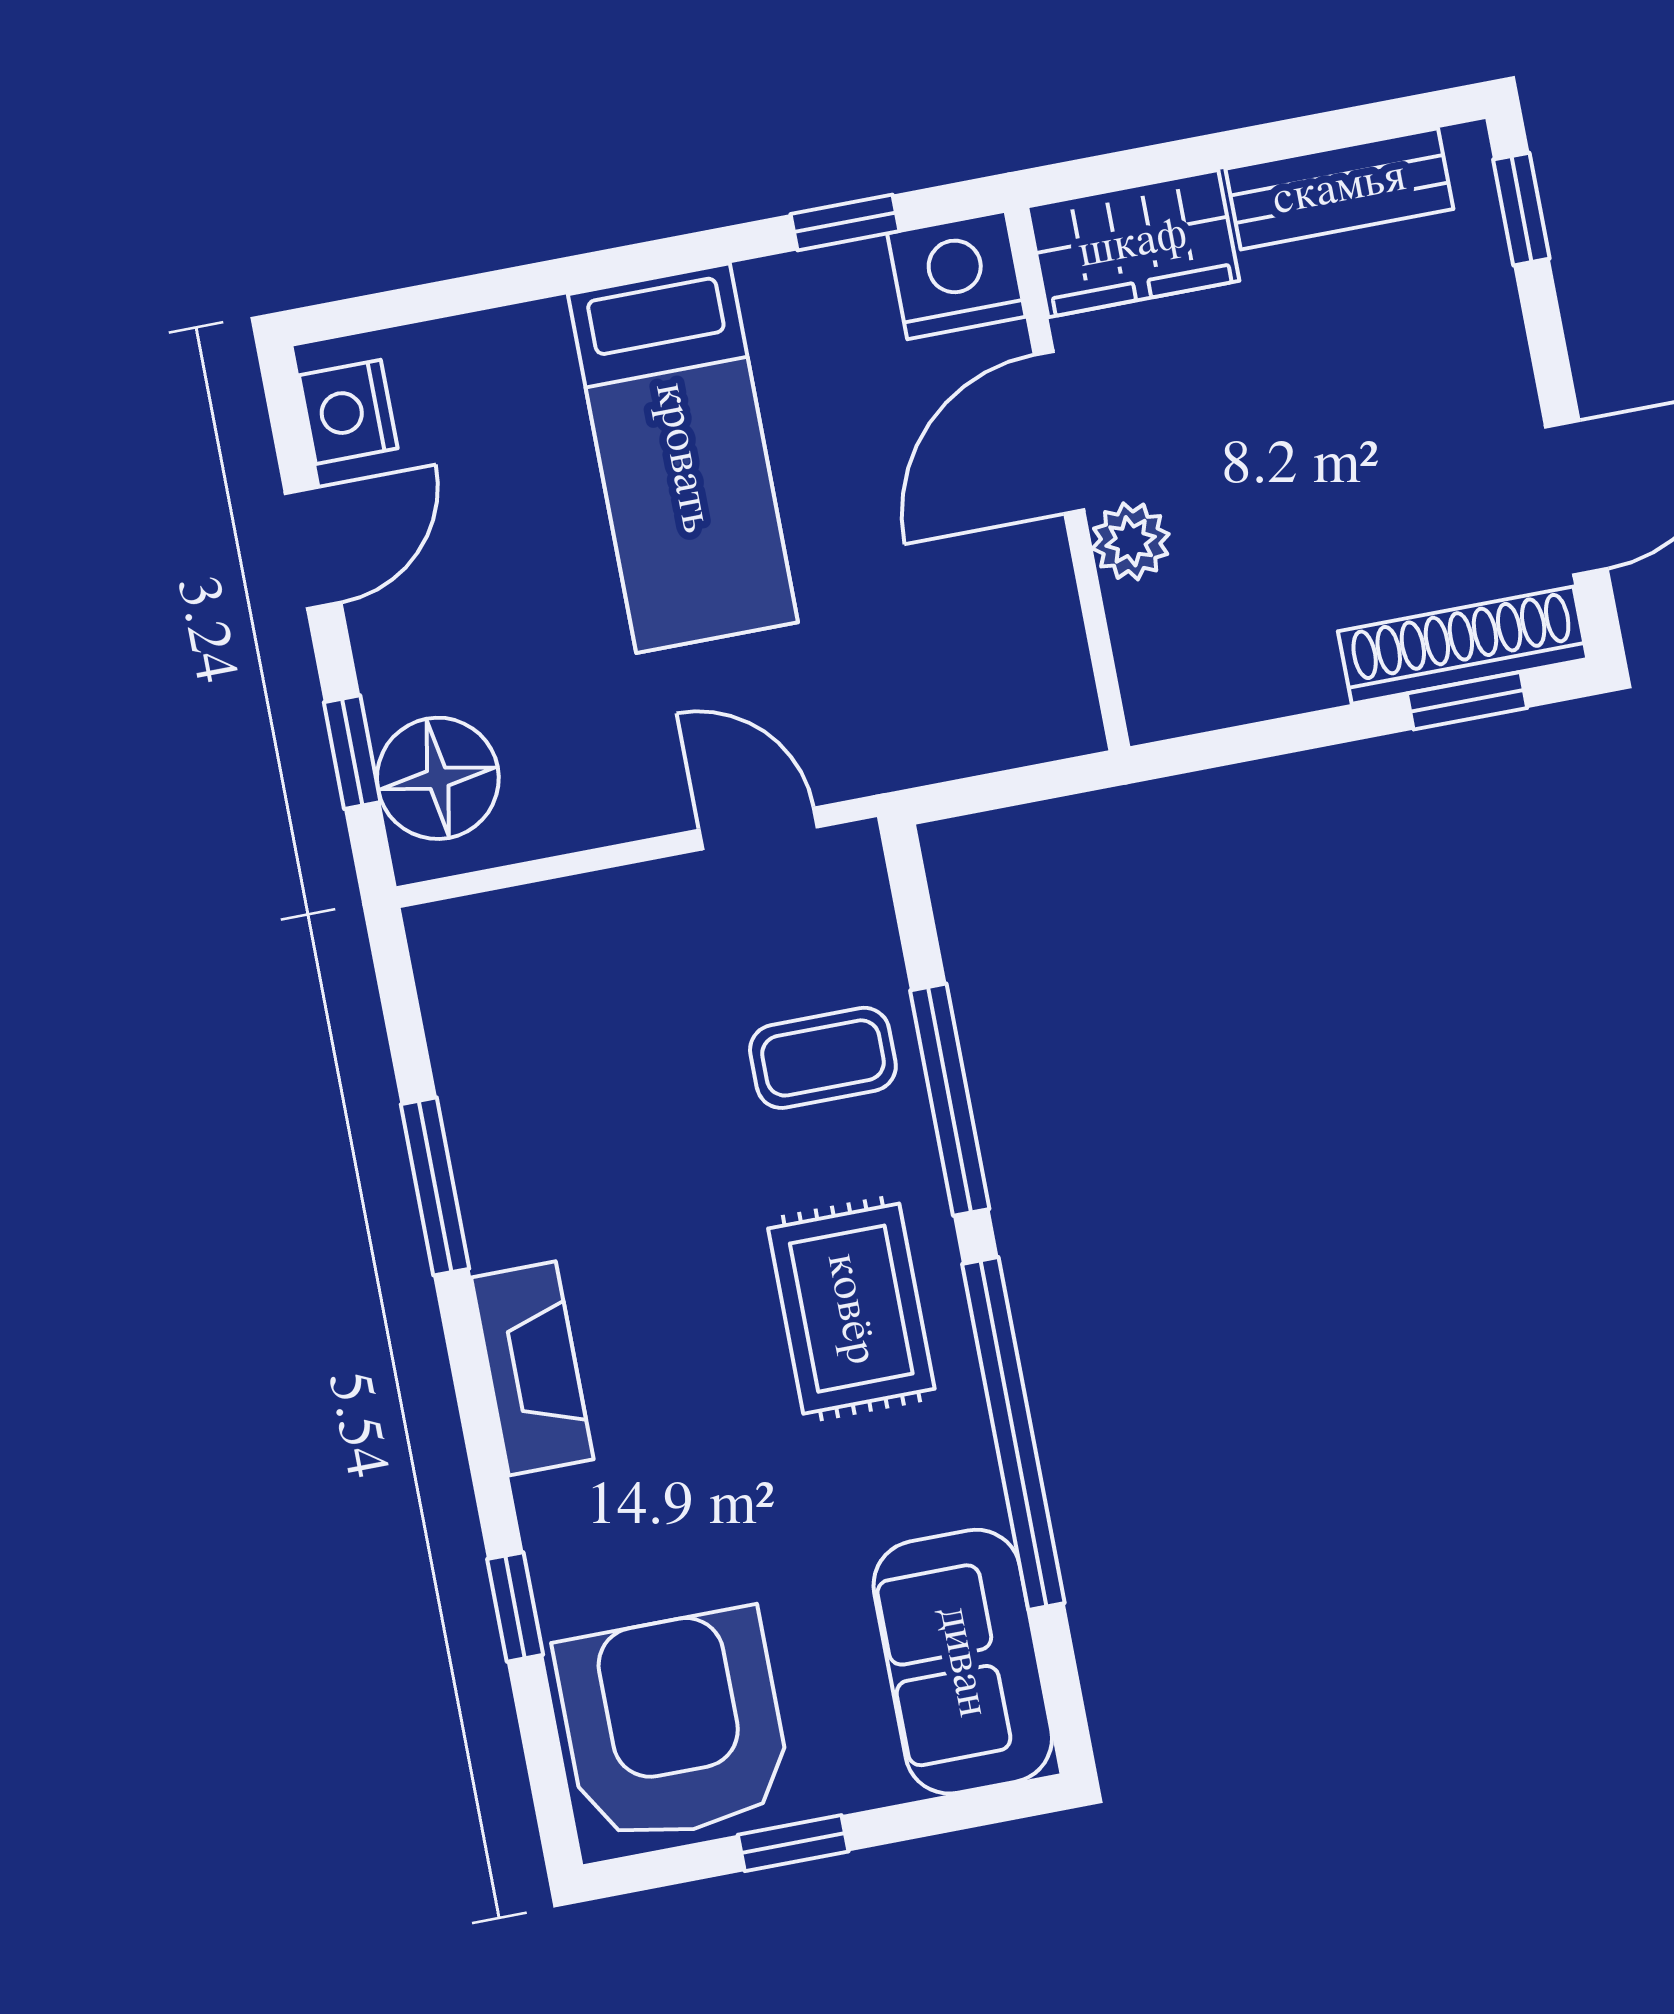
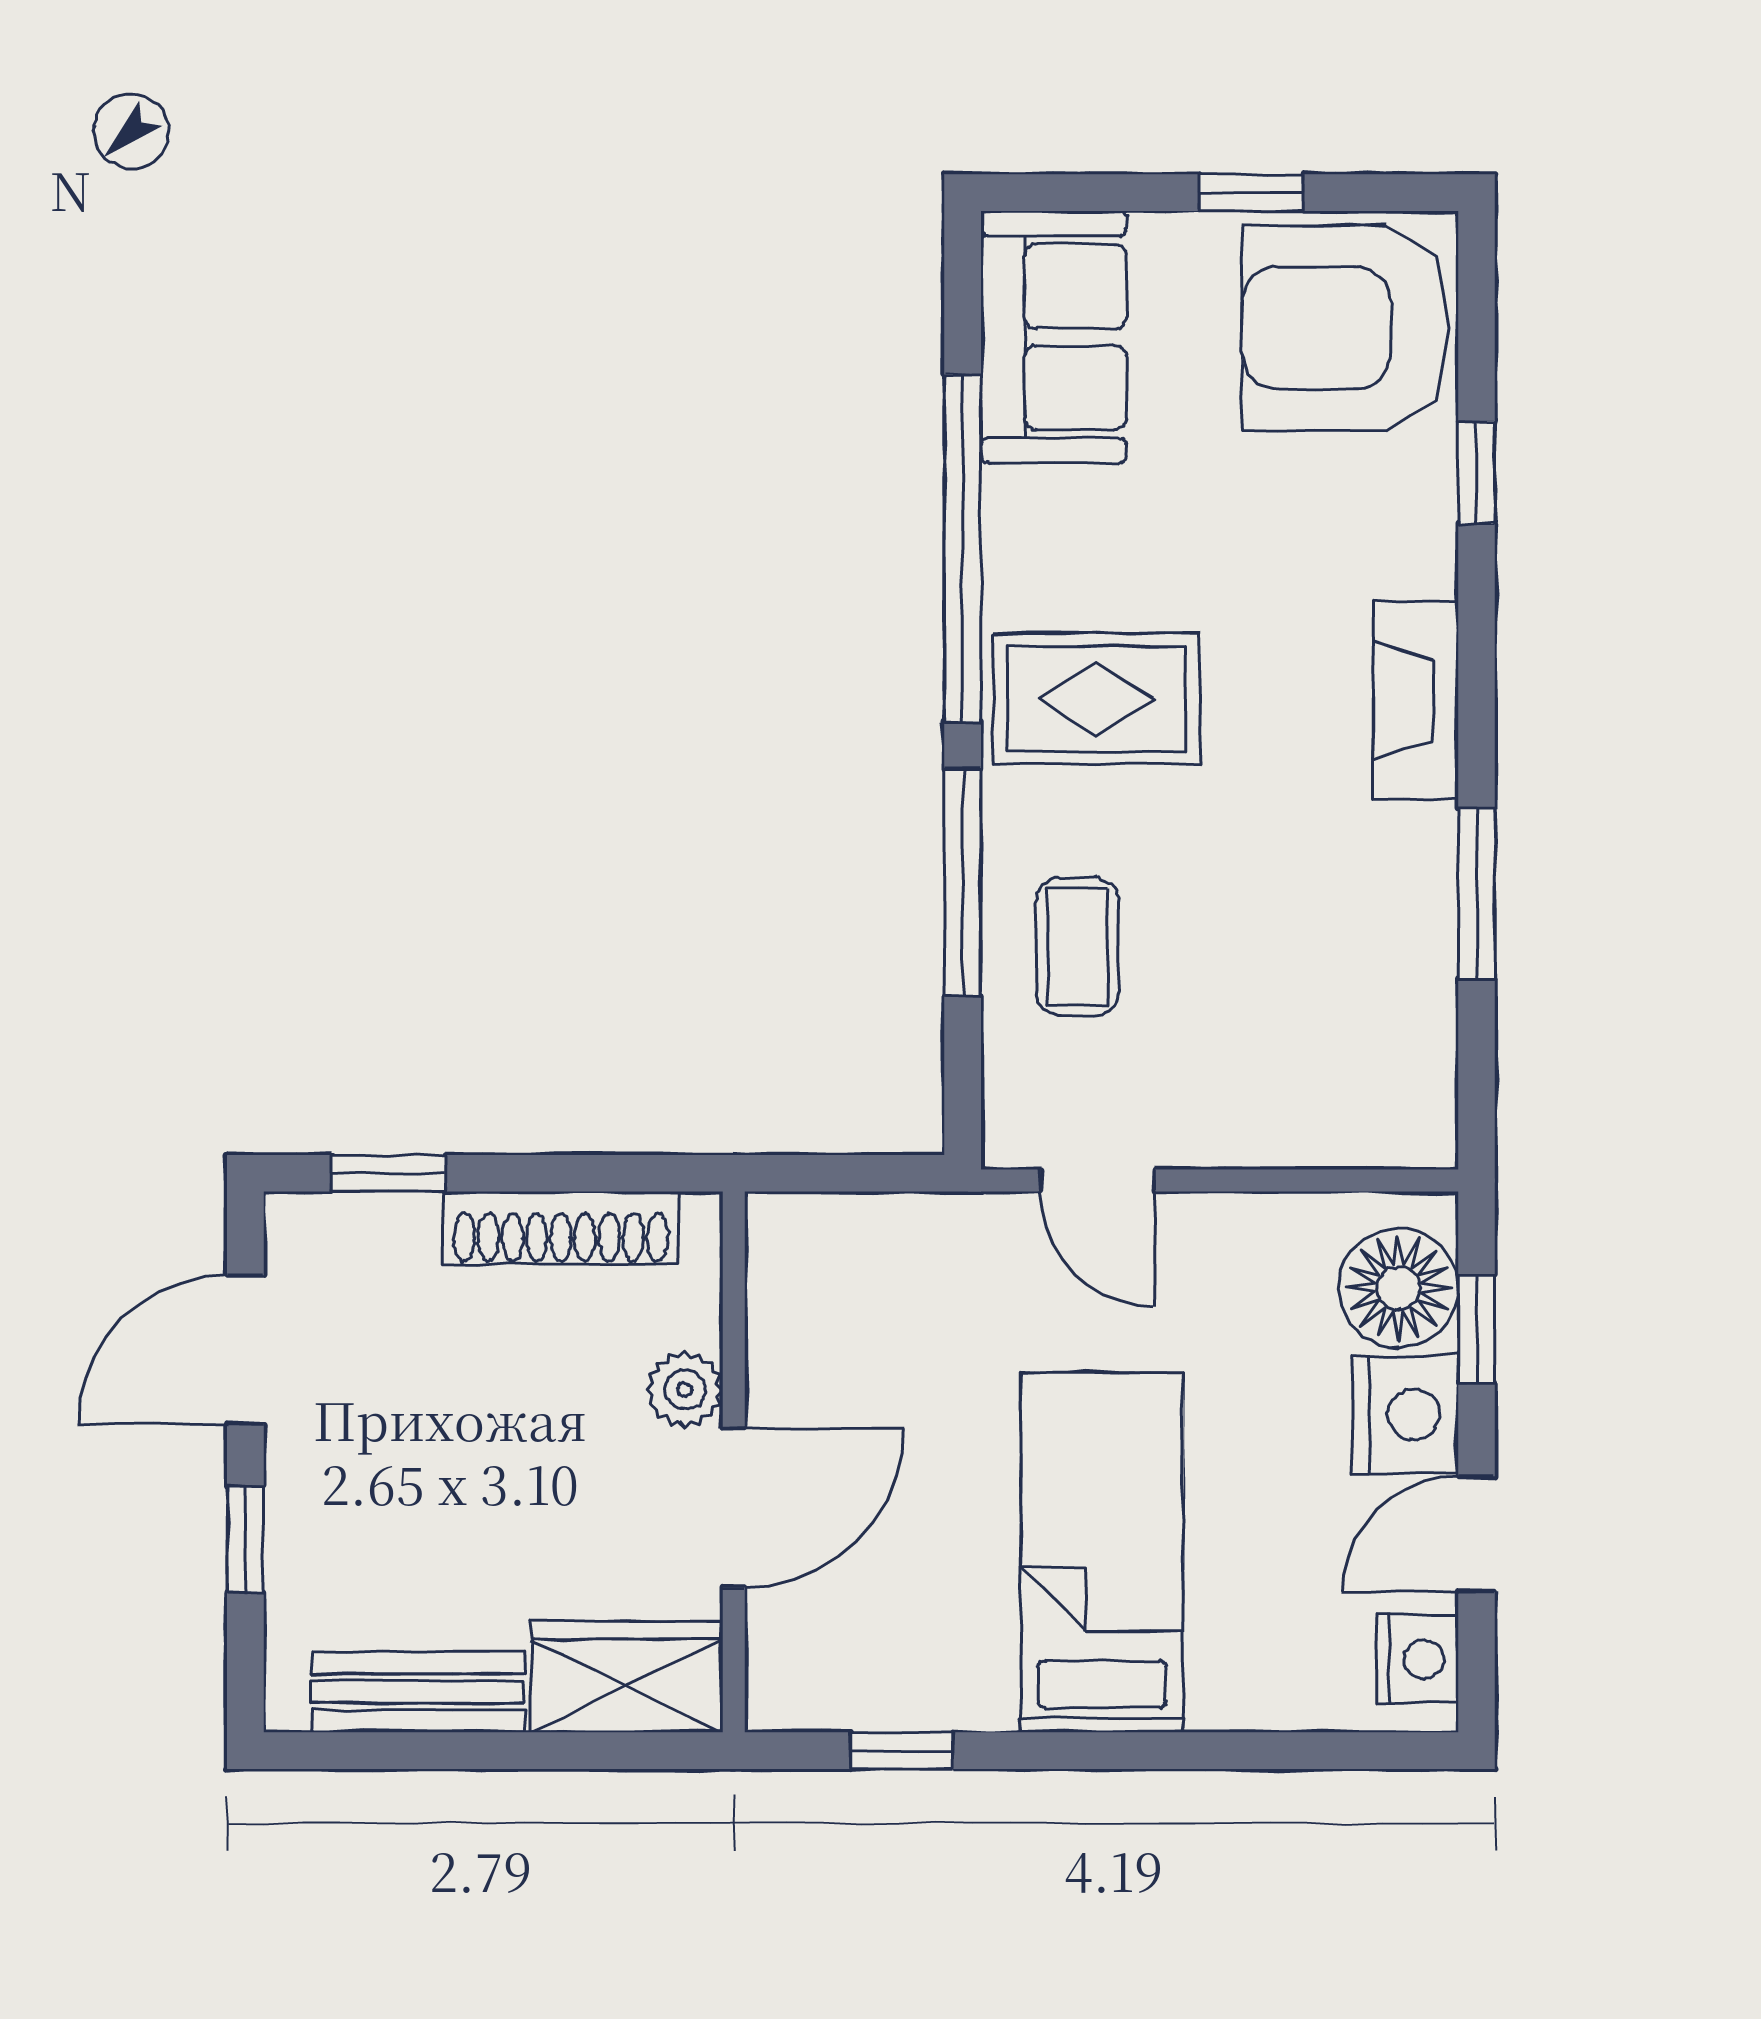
window: (1521, 209) -> (245, 1540), moved
nightstand: (956, 275) -> (1405, 1415), moved, turned -90
shoe rack: (1463, 645) -> (561, 1228), moved
coffee table: (823, 1058) -> (1078, 947), turned 90
rug: (851, 1309) -> (1096, 699), turned 90
armchair: (674, 1726) -> (1345, 328), turned 90

